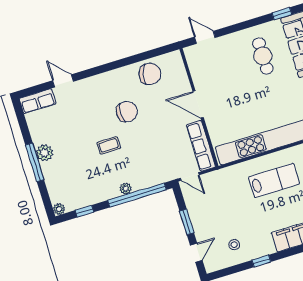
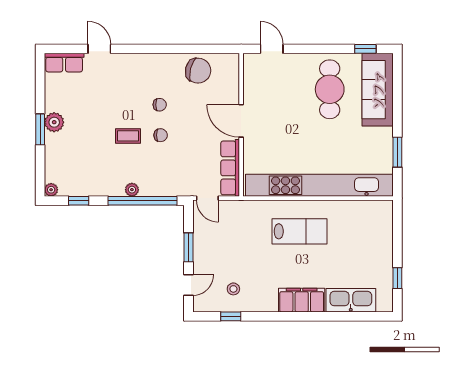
cafe table: (263, 56) -> (330, 89), width x1.37, depth x1.35
chair: (127, 112) -> (160, 105), width x0.54, depth x0.54
chair: (135, 137) -> (161, 135), added
window: (35, 162) -> (40, 129), width x0.69
window: (261, 261) -> (231, 316), moved

